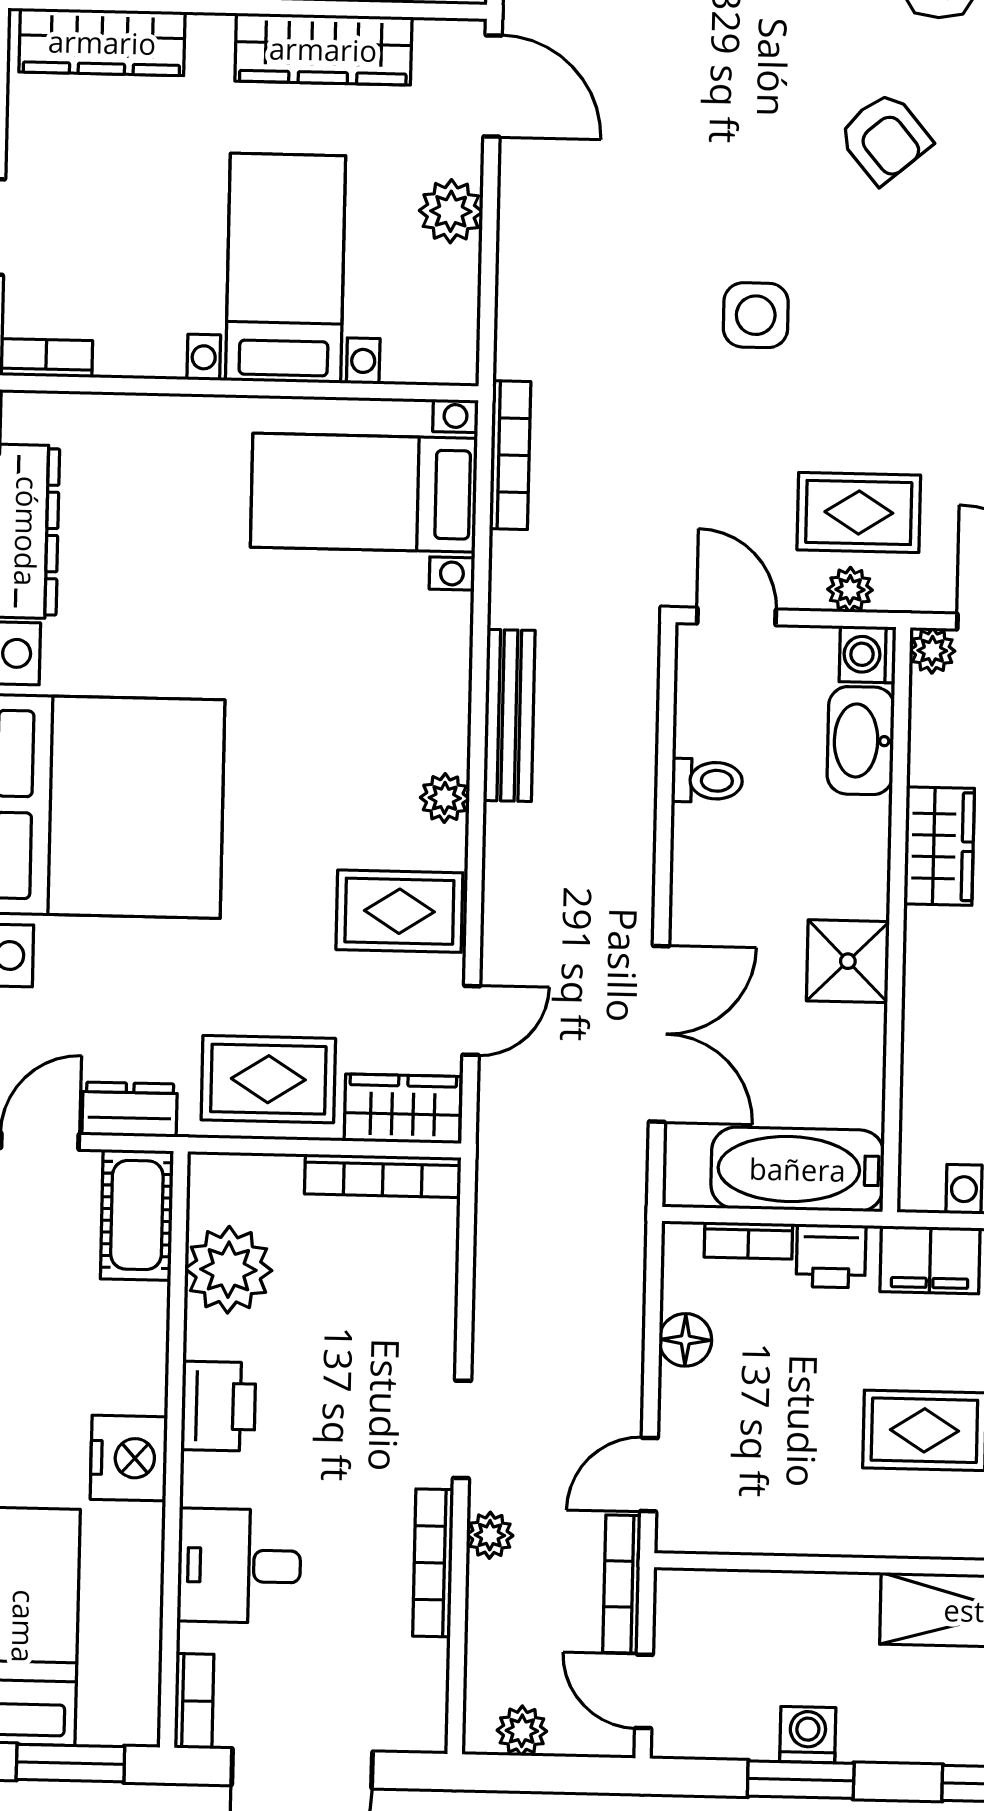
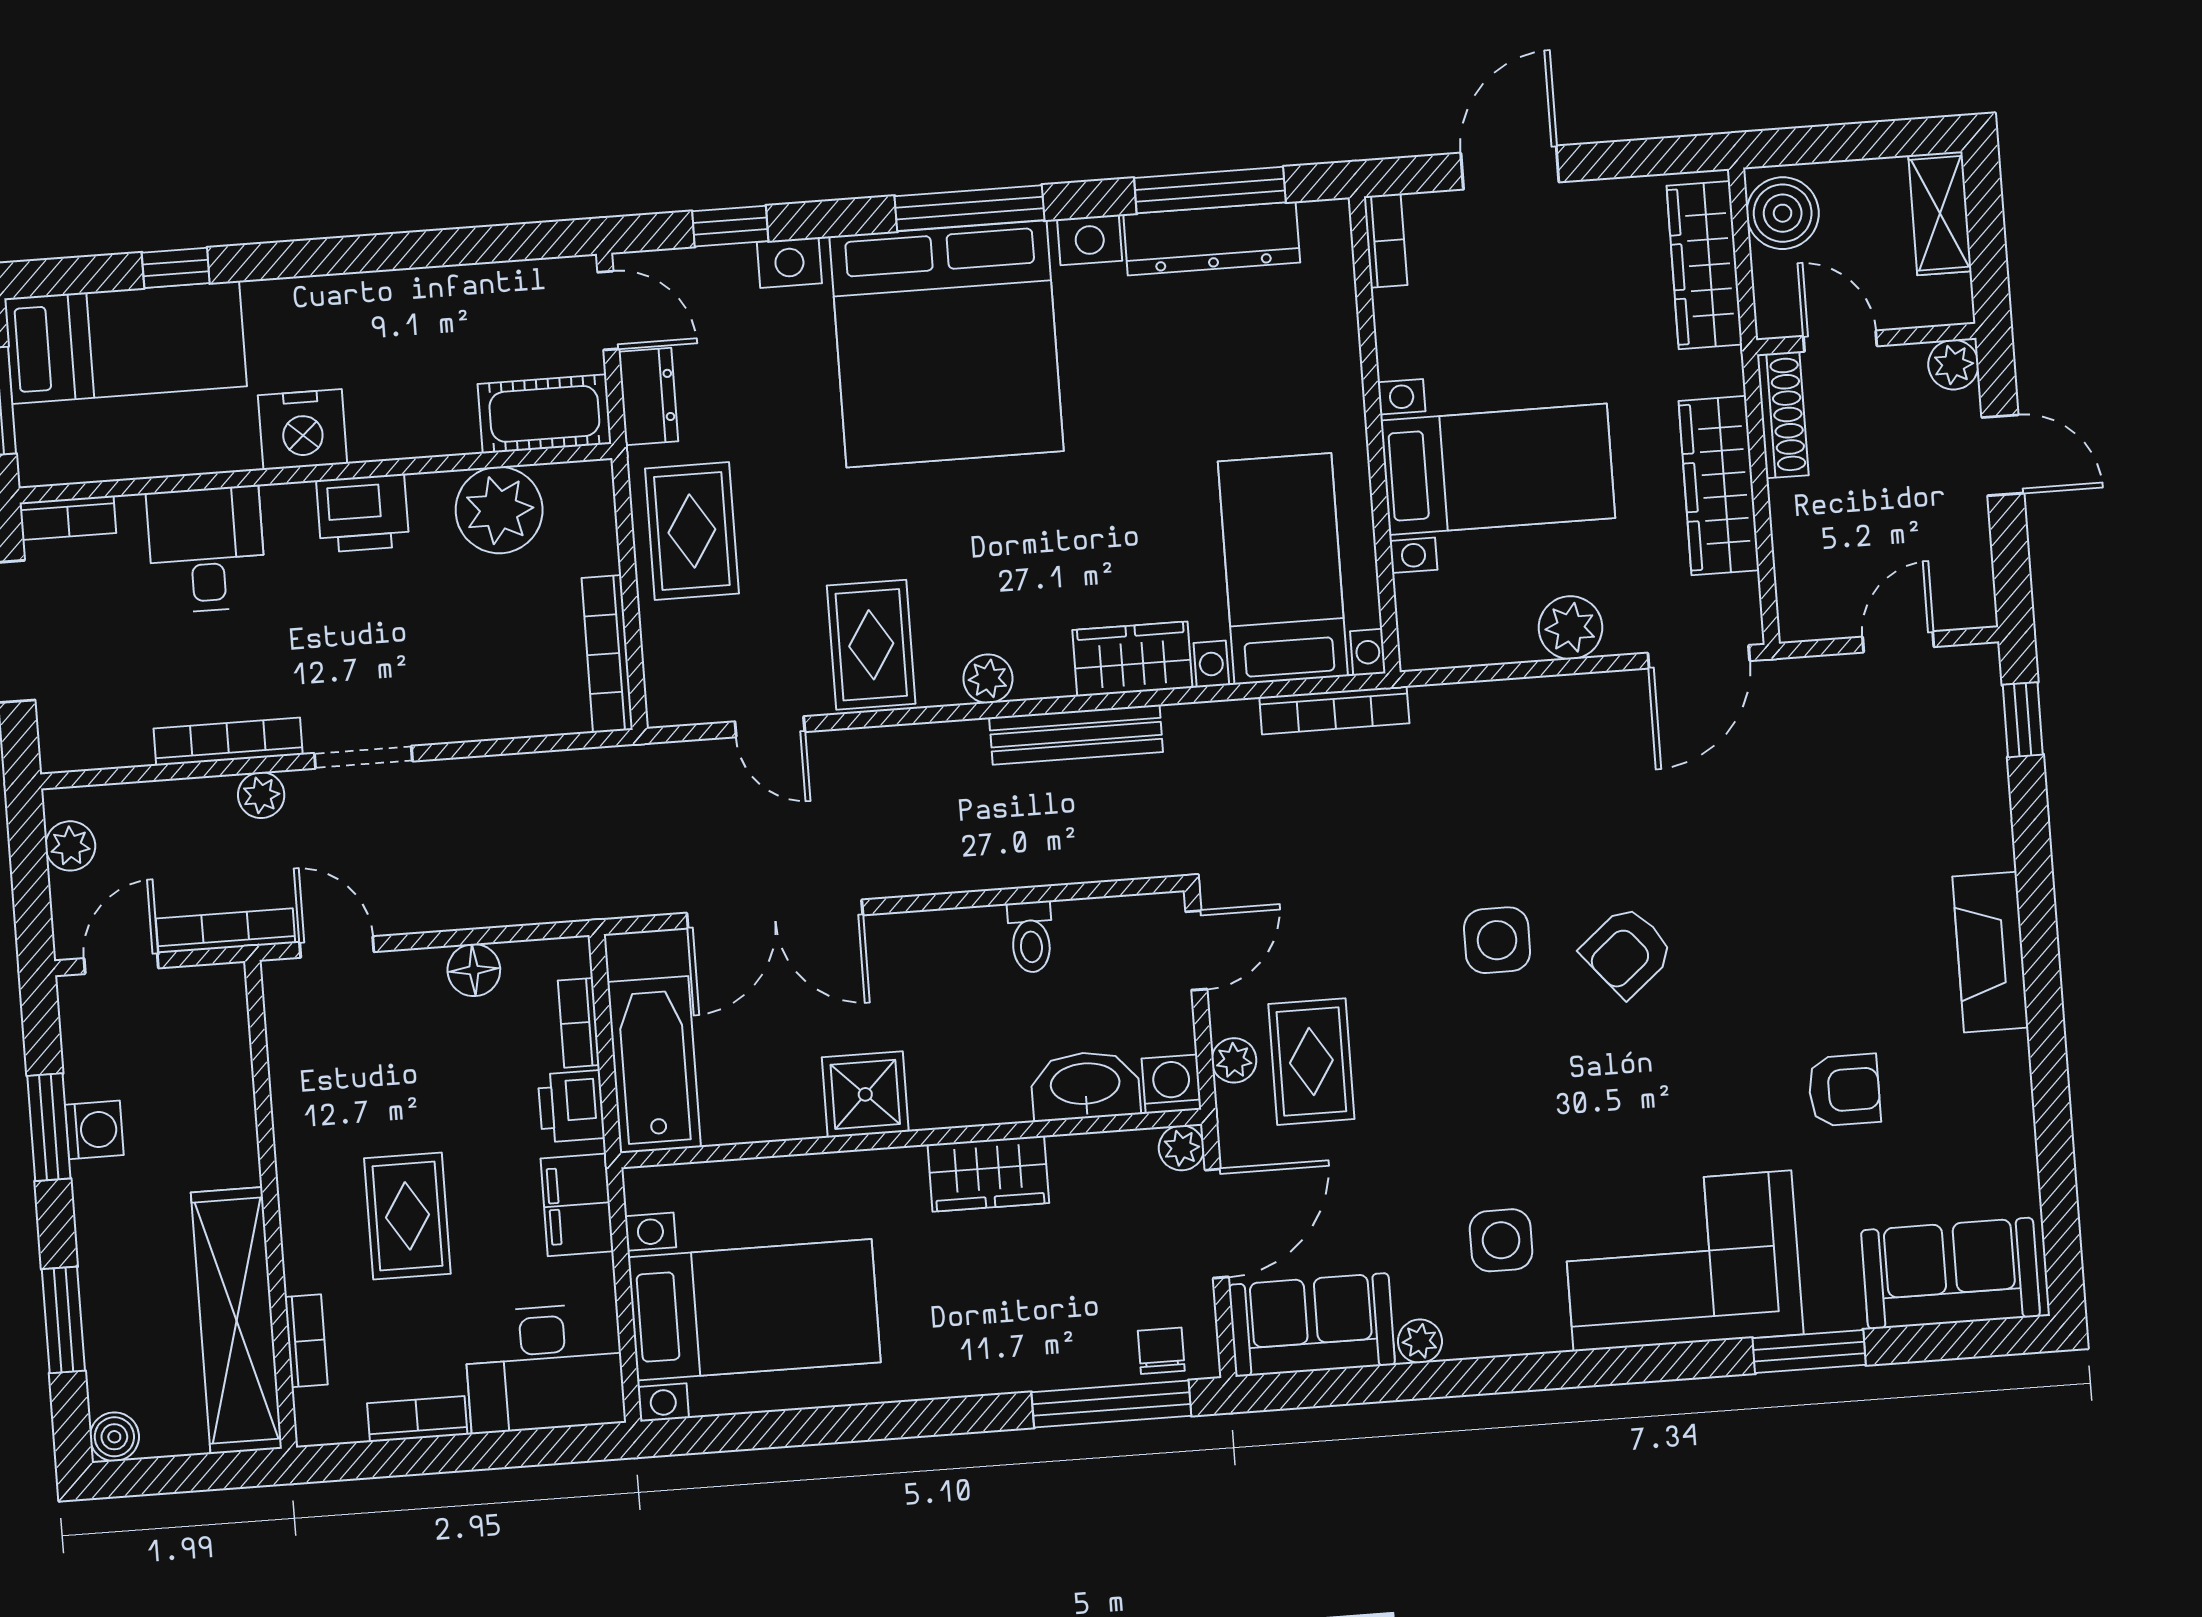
armchair: (885, 138) -> (1627, 952), moved
wardrobe: (403, 1109) -> (1132, 659), moved, turned -90

